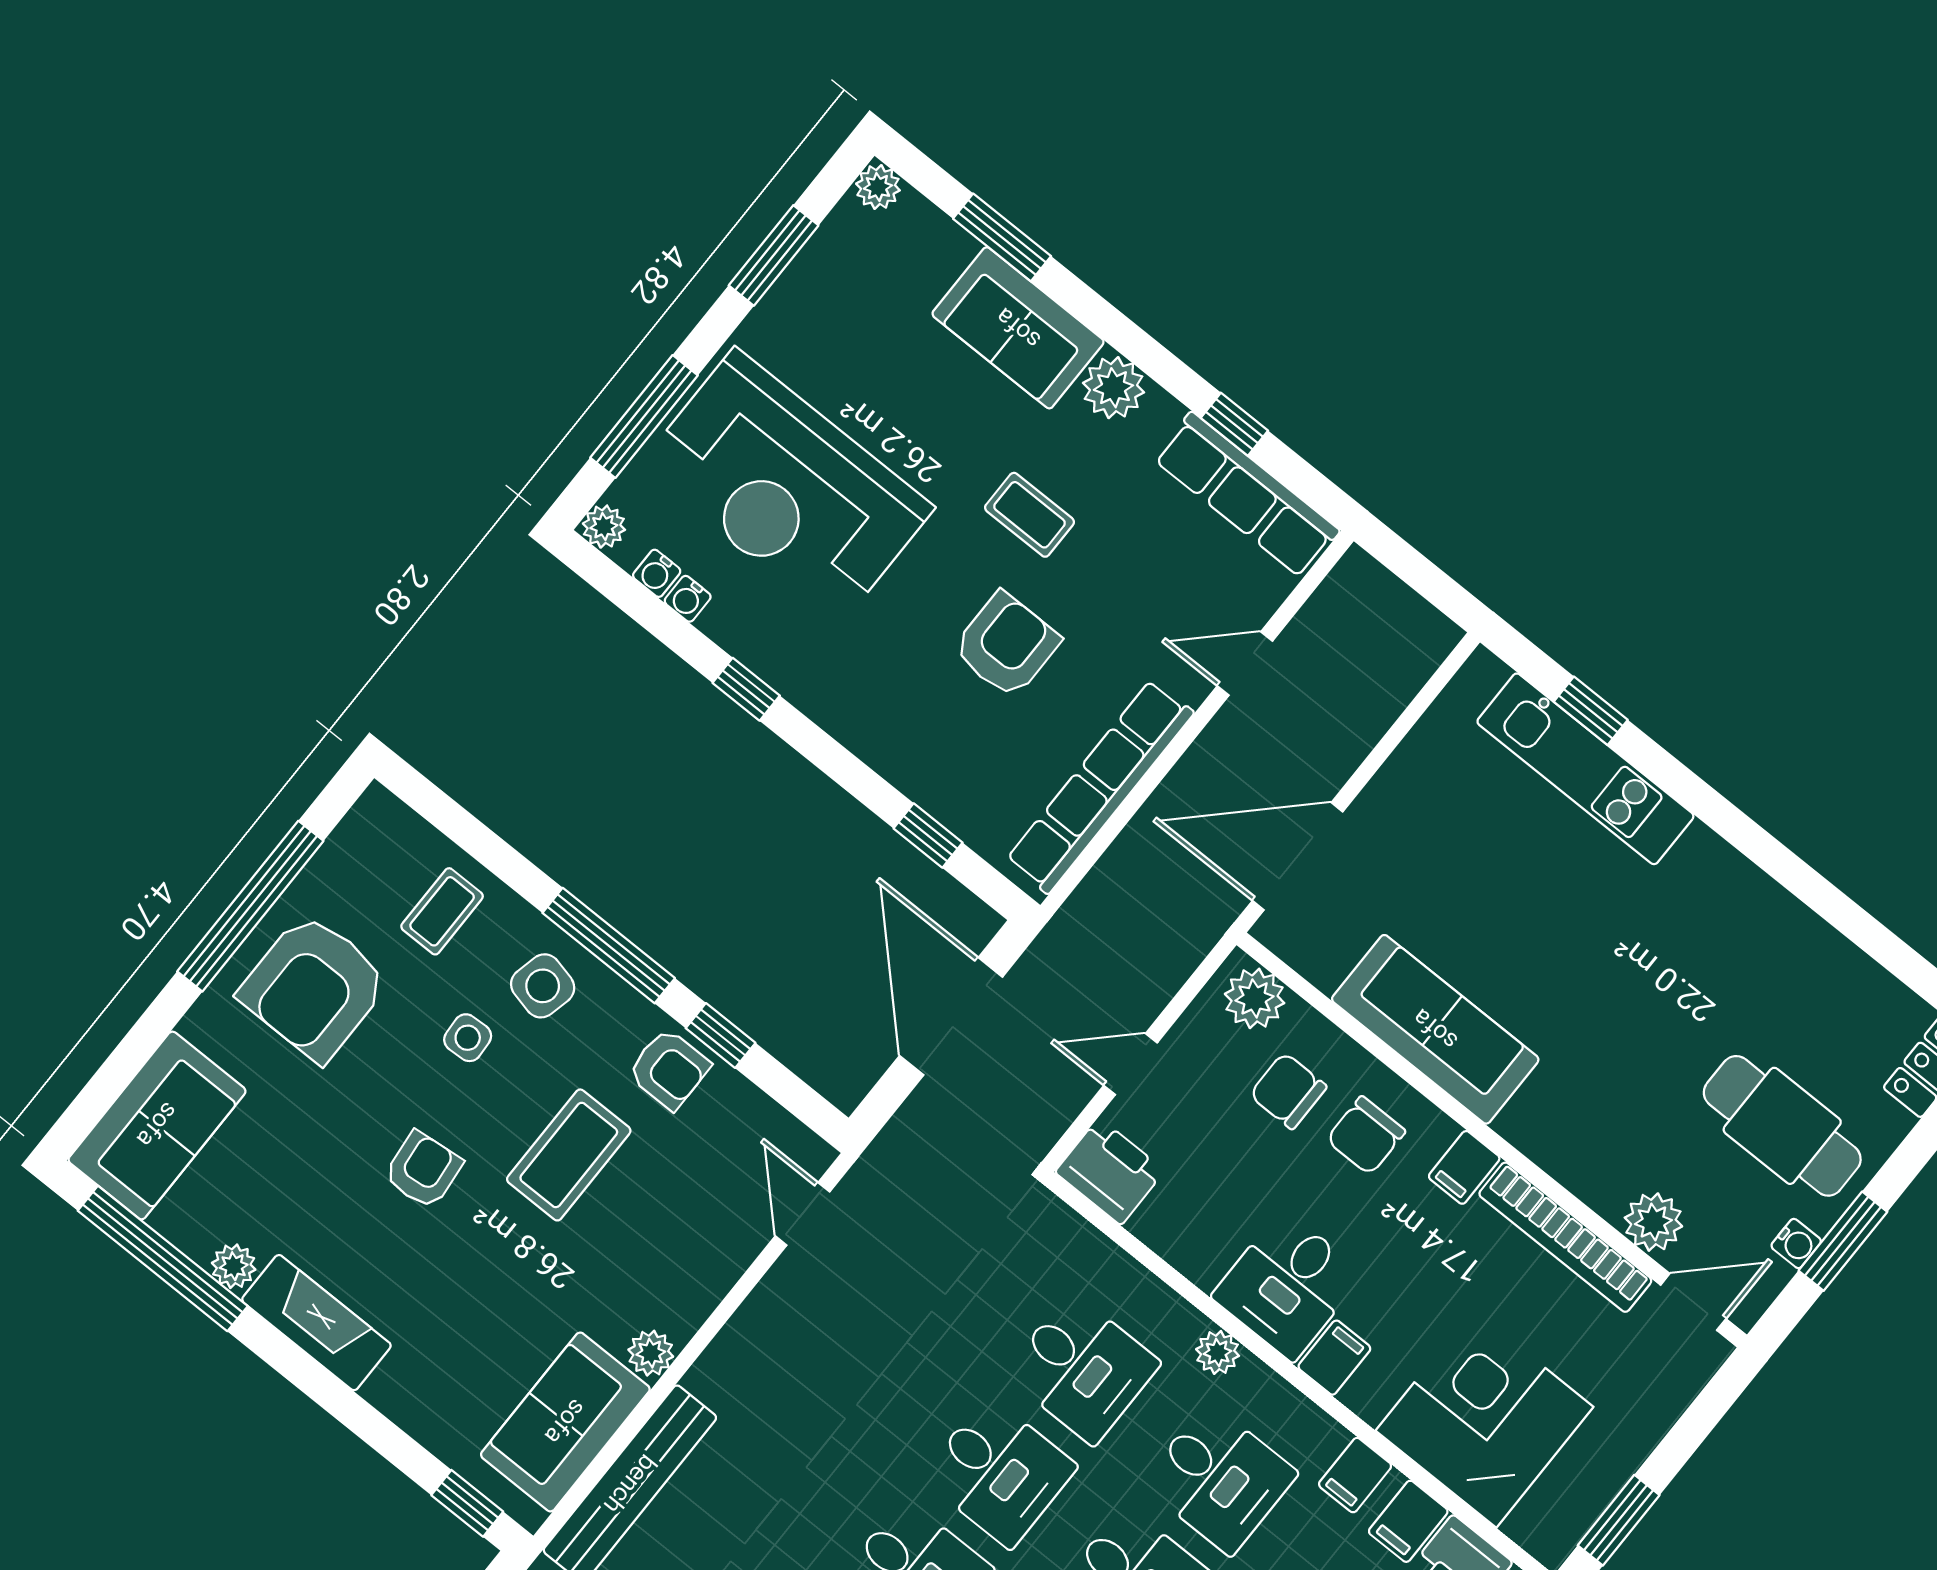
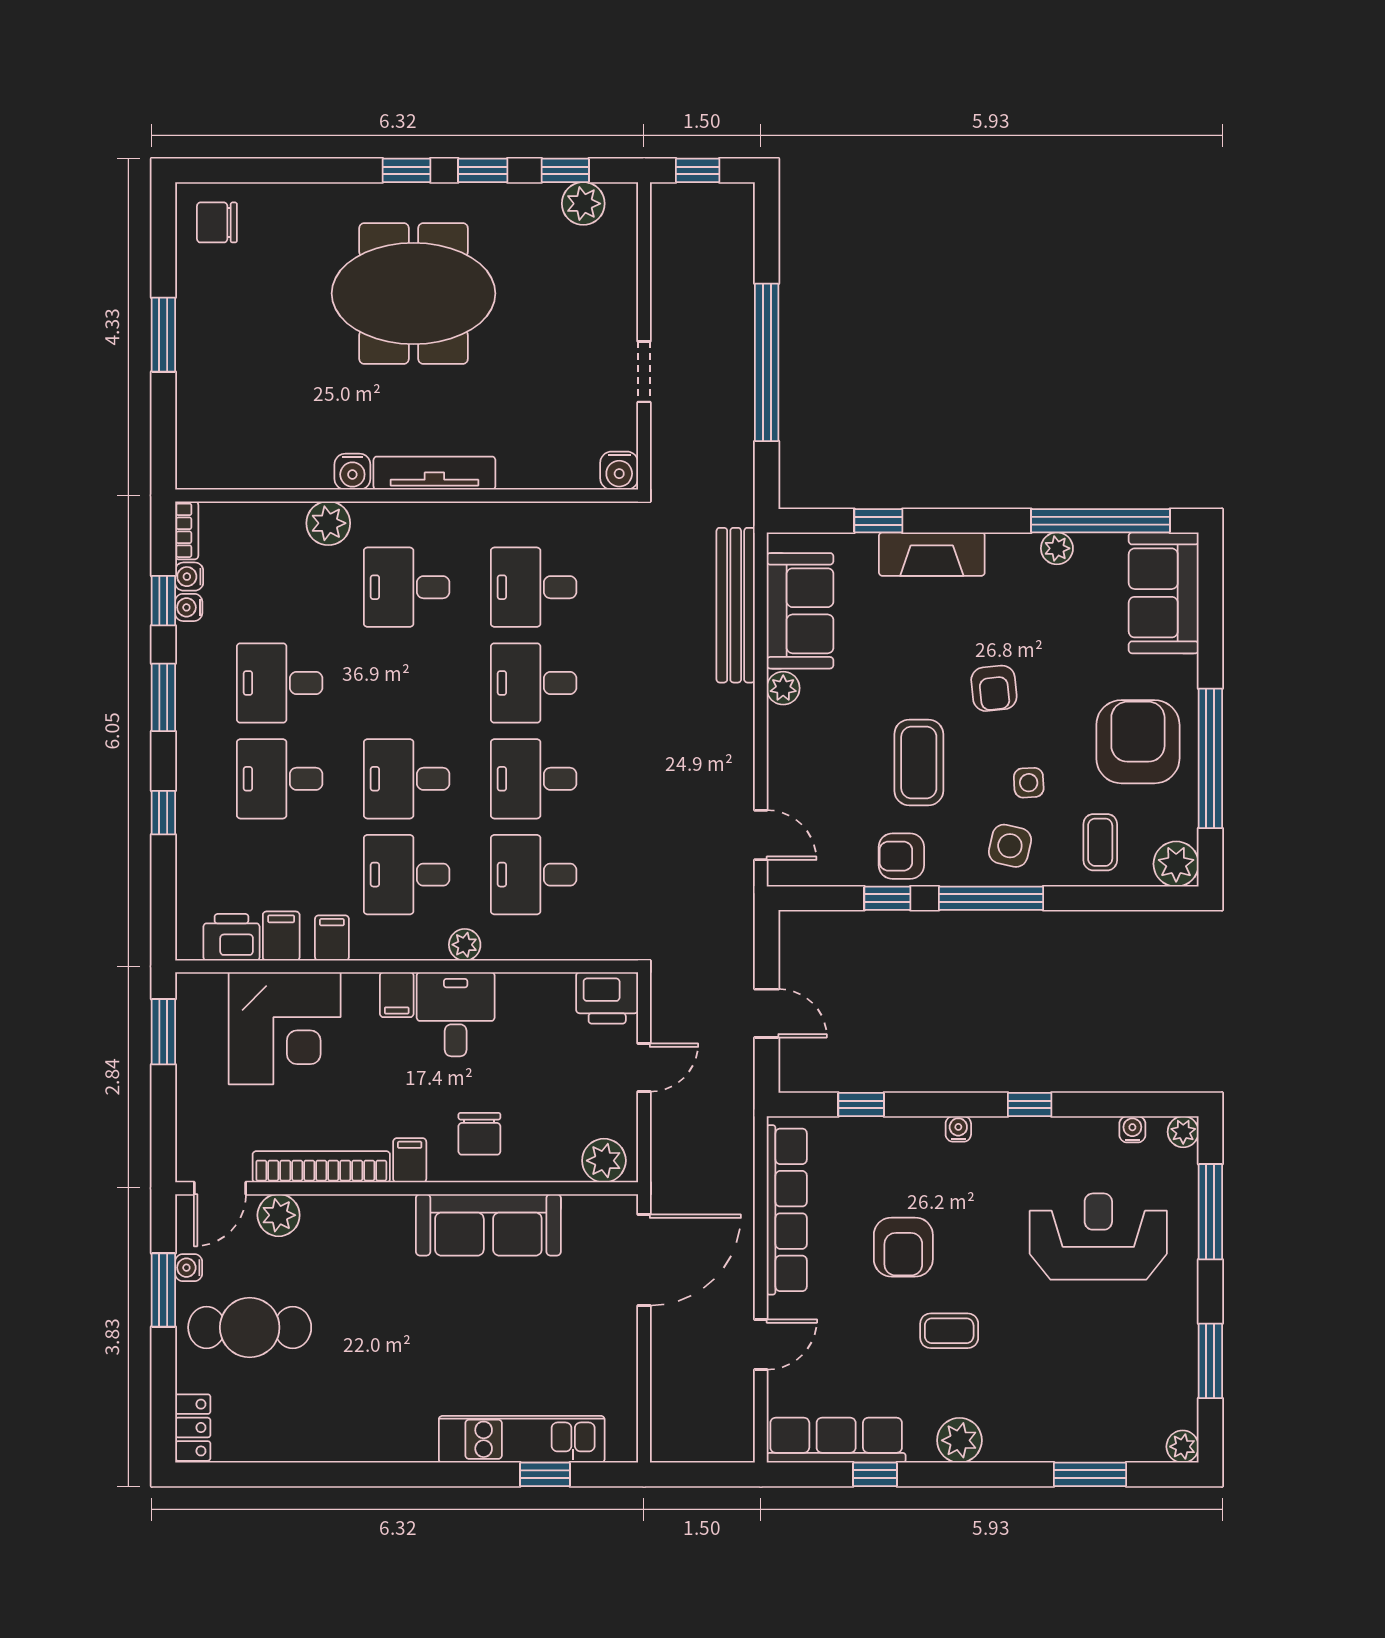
sofa: (1018, 328) -> (1040, 1431), removed
reception desk: (787, 487) -> (1098, 1237), width x0.74, depth x0.77
water cooler: (688, 599) -> (958, 1129), moved
plant: (379, 822) -> (1176, 864), added
door: (951, 1016) -> (767, 1013), width x0.53
chair: (1288, 1091) -> (543, 1124), removed
chair: (1366, 1136) -> (479, 1134), turned 180
fireplace: (316, 1323) -> (932, 554), moved
window: (467, 1503) -> (878, 521), moved

